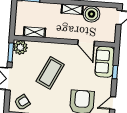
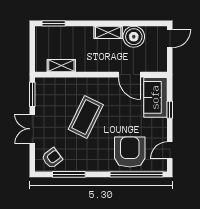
plant: (20, 47) -> (44, 87), removed

